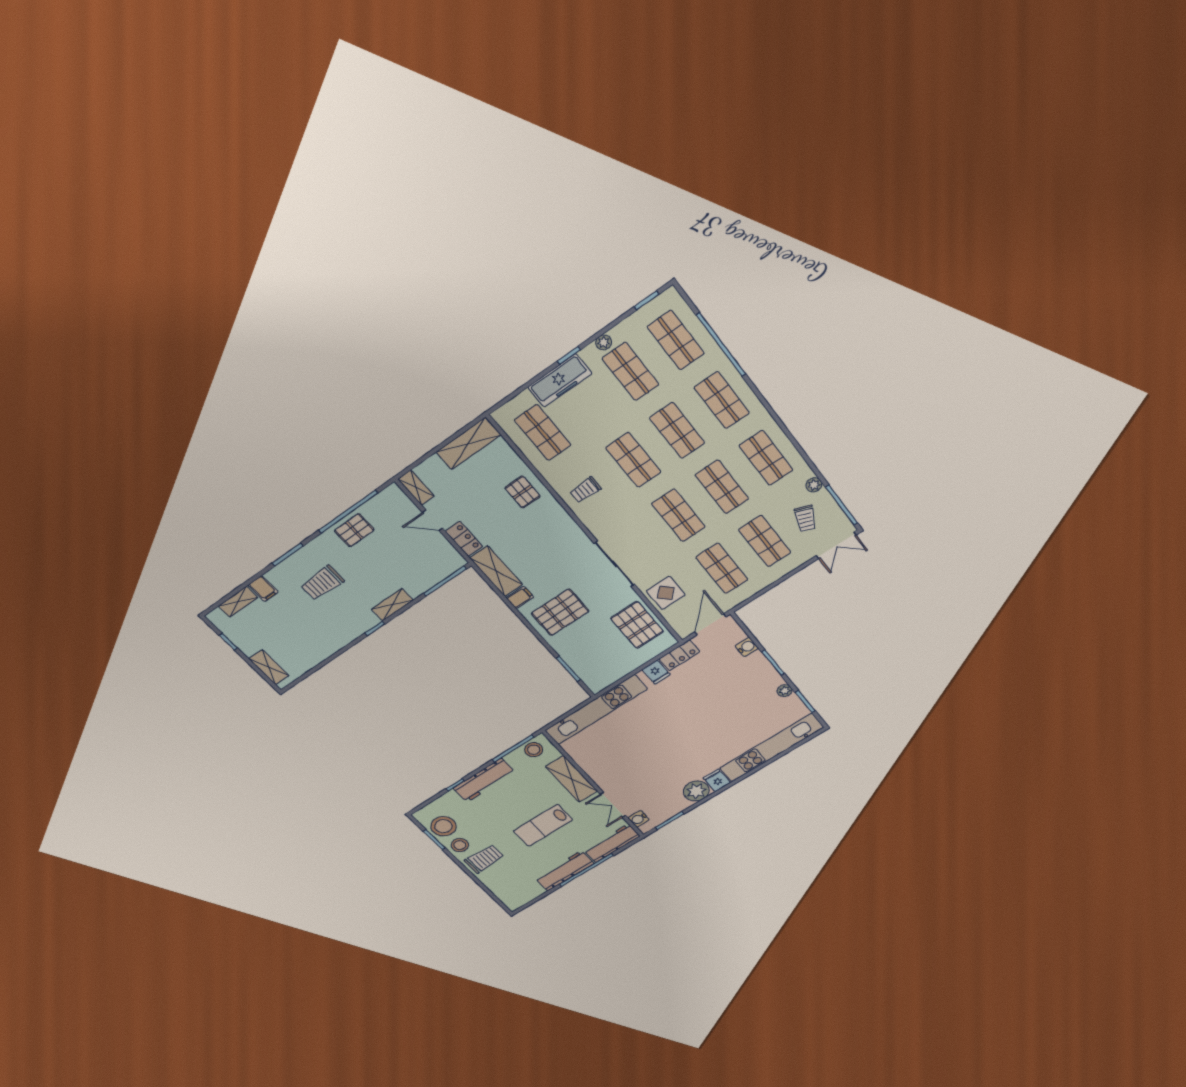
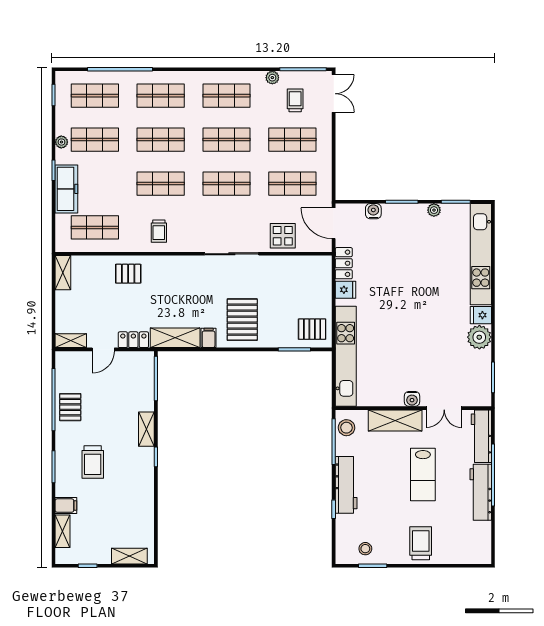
shelving: (468, 444) -> (63, 273), width x0.67, depth x0.75
trolley: (805, 519) -> (295, 100), turned -112
pallet: (637, 625) -> (312, 329), moved, width x0.67, depth x0.71
water cooler: (639, 819) -> (412, 399), moved
stool: (443, 826) -> (365, 549), width x0.53, depth x0.53
stool: (460, 845) -> (393, 551), removed

